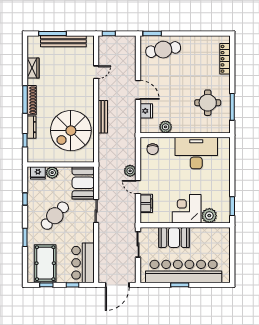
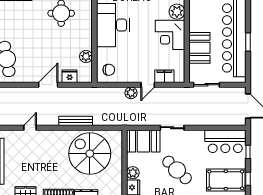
door: (96, 72) -> (30, 128), hinge flipped
spiral stairs: (71, 131) -> (90, 154), turned 180

